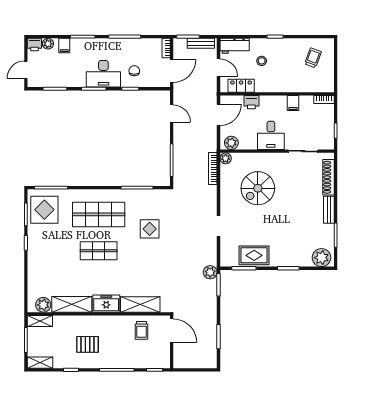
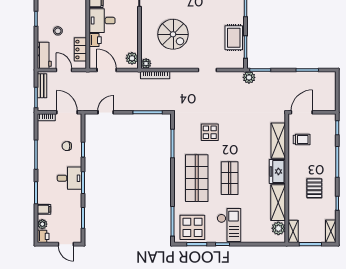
door: (218, 68) -> (64, 70), hinge flipped
desk: (103, 74) -> (70, 178), width x0.73
desk: (271, 135) -> (102, 21), moved, turned 180
checkout: (47, 250) -> (229, 225), added

